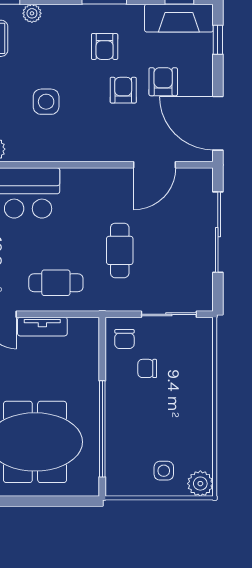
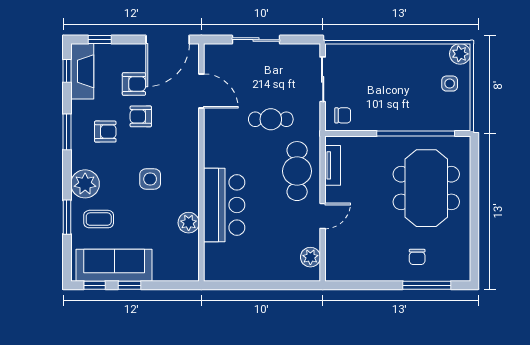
plant: (32, 13) -> (85, 184), width x1.88, depth x1.88
armchair: (163, 82) -> (134, 84), turned 180
sliding door: (218, 232) -> (256, 40), width x0.73
cafe table: (56, 283) -> (297, 171), width x1.37, depth x1.35
tv unit: (42, 327) -> (333, 165), moved
chair: (147, 368) -> (367, 97), removed

